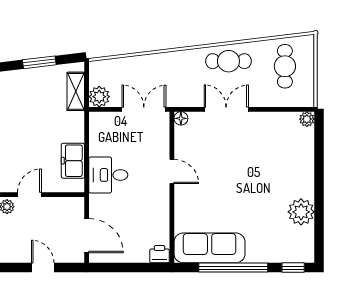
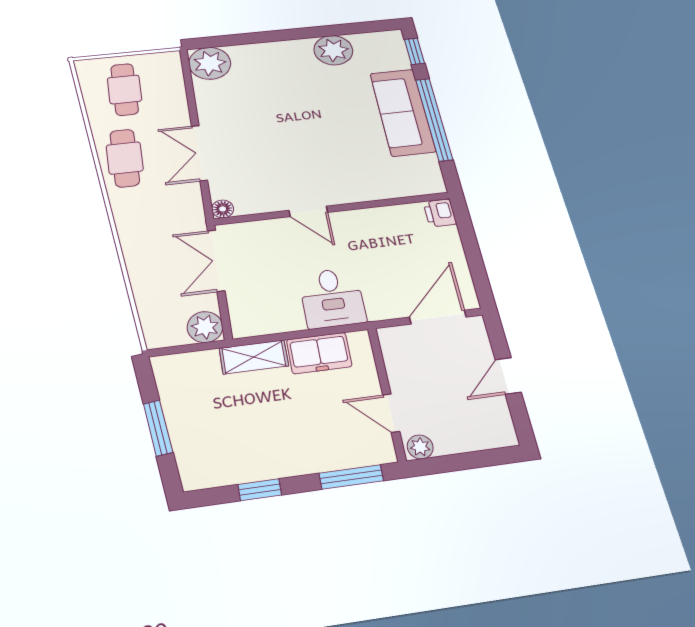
cafe table: (285, 66) -> (124, 89), turned 90
shelving: (76, 91) -> (254, 357), moved
plant: (307, 119) -> (210, 63), width x1.87, depth x1.87
door: (172, 172) -> (308, 211), swing flipped
sofa: (210, 248) -> (403, 112), moved

